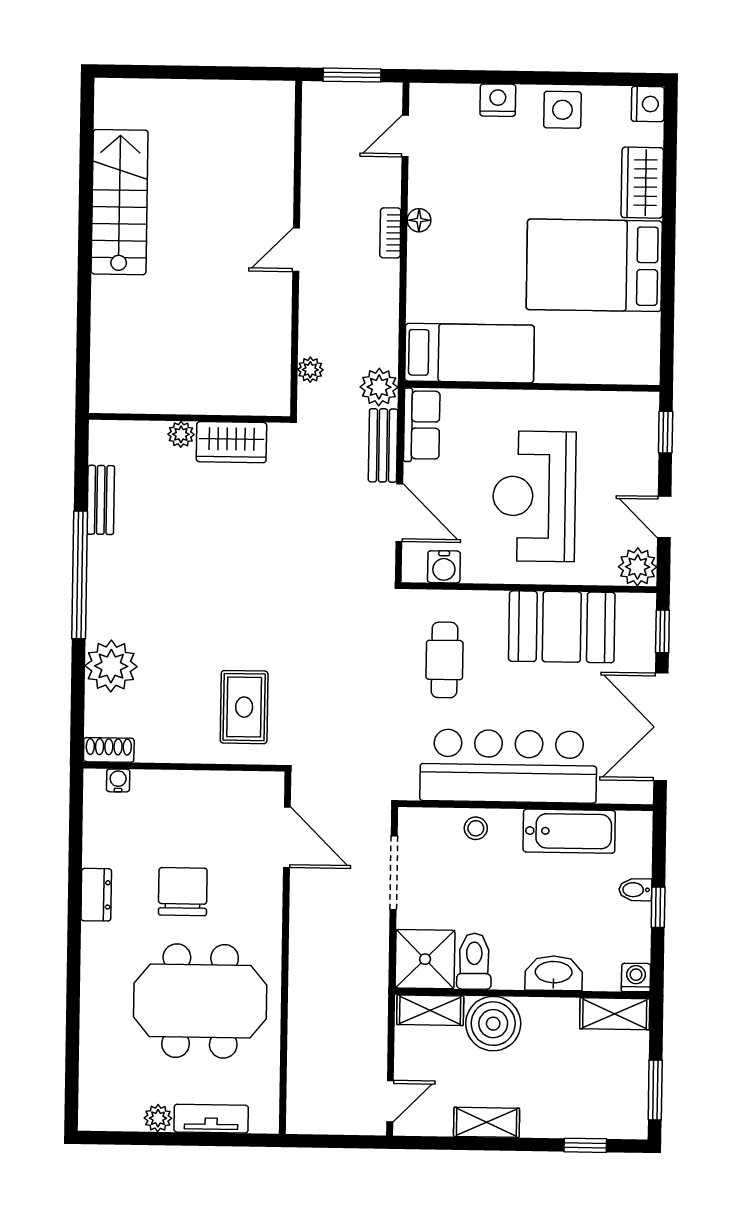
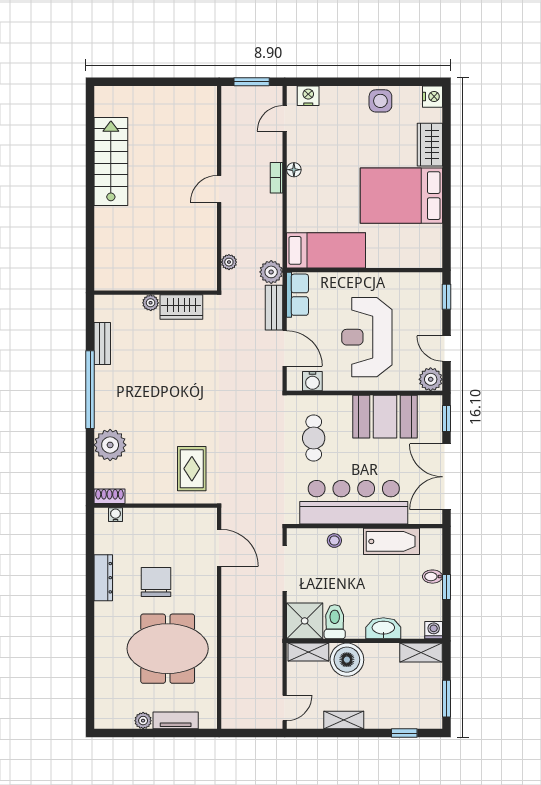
nightstand: (498, 100) -> (308, 96), moved
dresser: (96, 895) -> (103, 578), width x1.44

